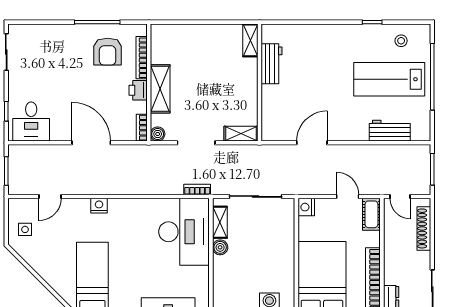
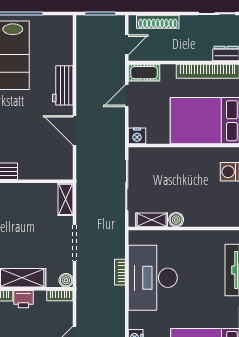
workbench: (390, 131) -> (63, 85), moved
bookcase: (197, 189) -> (120, 272), moved
desk: (184, 232) -> (153, 278), moved, turned -90

